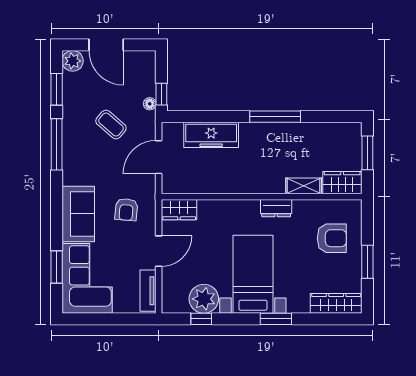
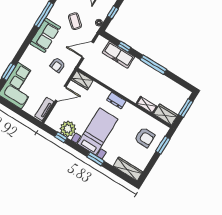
window: (161, 94) -> (113, 12), moved
window: (213, 117) -> (124, 47), added
dresser: (276, 208) -> (116, 101), moved
sofa: (78, 214) -> (45, 35), moved
window: (367, 262) -> (163, 145), moved

